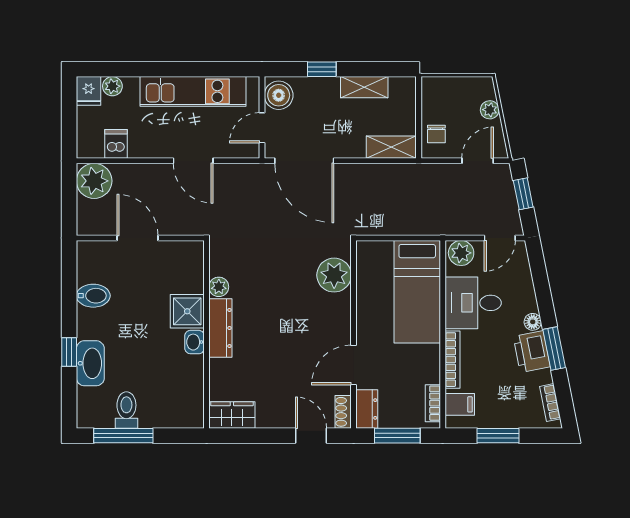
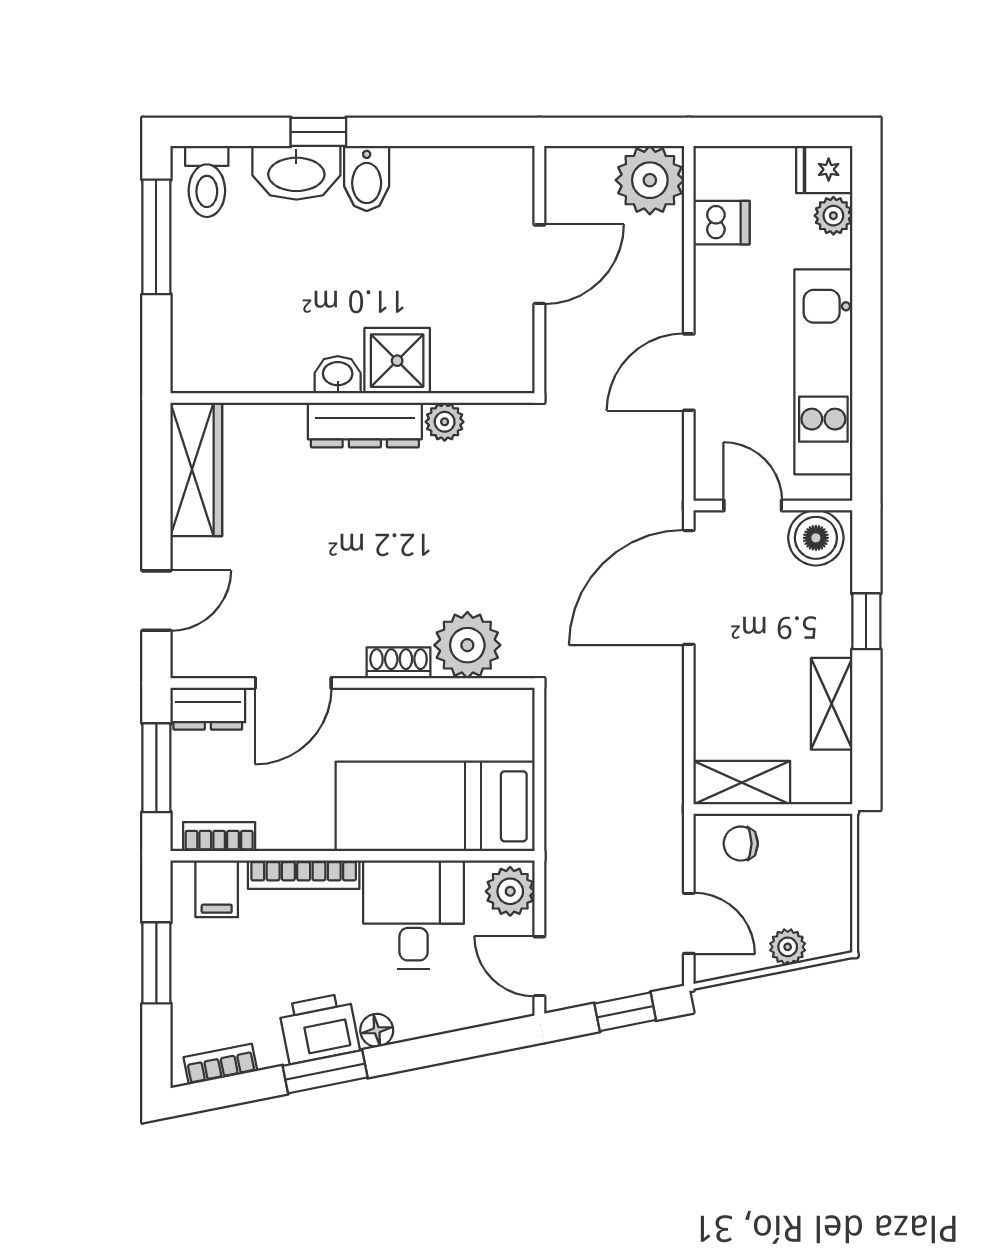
shelving: (391, 147) -> (742, 783), moved, turned 90
bidet: (93, 296) -> (367, 178), moved
door: (354, 365) -> (293, 683), swing flipped
toilet: (126, 410) -> (207, 181), moved, turned 90
shoe rack: (343, 412) -> (399, 663), moved
wardrobe: (232, 415) -> (196, 469), width x1.50

